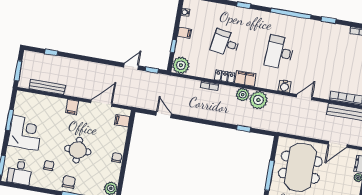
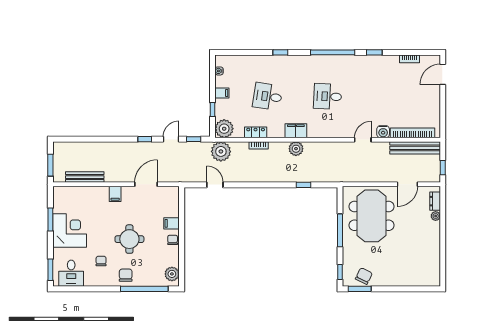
window: (51, 52) -> (145, 139), moved
desk: (279, 52) -> (328, 96), width x0.73
locker: (225, 76) -> (256, 132), moved
water cooler: (284, 86) -> (383, 132), moved
plant: (258, 100) -> (221, 151), moved
filing cabinet: (122, 121) -> (171, 223), moved

